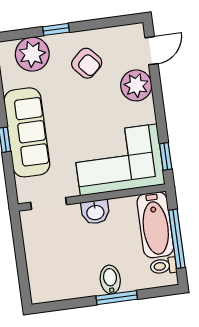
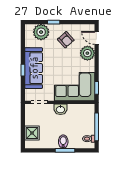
door: (151, 51) -> (97, 38), swing flipped
bathtub: (155, 225) -> (88, 119), removed
shower: (42, 270) -> (32, 133), added

